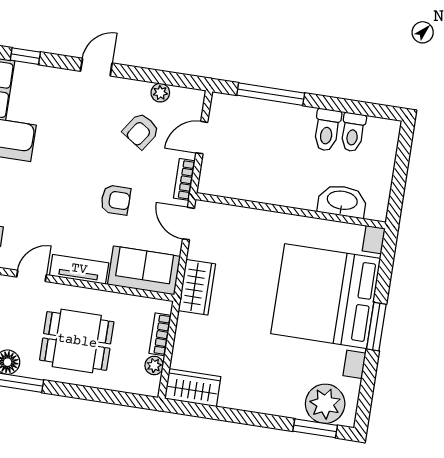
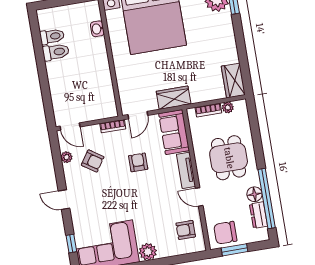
window: (271, 94) -> (46, 92), removed
door: (202, 138) -> (70, 126), moved
washbasin: (342, 201) -> (97, 29), width x0.52, depth x0.69

